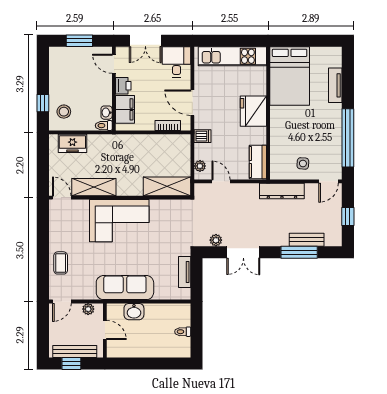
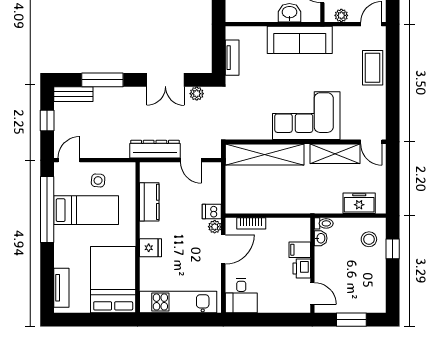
double door: (145, 41) -> (277, 320), removed
tv unit: (335, 85) -> (61, 288), moved
door: (192, 103) -> (223, 249), hinge flipped
filing cabinet: (125, 109) -> (300, 250), width x0.50
fridge: (253, 111) -> (150, 248), width x0.53, depth x0.75
bed: (313, 137) -> (86, 210), added
kitchen counter: (258, 162) -> (149, 202), moved
plant: (200, 166) -> (215, 227), moved
shelving: (167, 186) -> (265, 154), width x1.47
dresser: (282, 191) -> (155, 149), moved
bench: (307, 240) -> (73, 94), moved
double door: (243, 252) -> (165, 80), swing flipped
coffee table: (61, 263) -> (373, 68), width x1.36, depth x1.30

